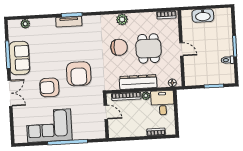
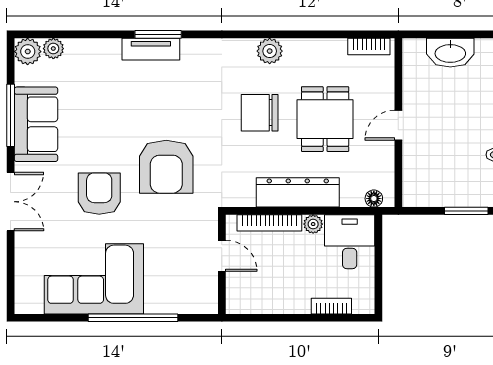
plant: (14, 26) -> (28, 52), added
chair: (119, 47) -> (260, 113), turned 180
door: (181, 49) -> (398, 125), swing flipped
armchair: (49, 87) -> (99, 194), turned 90

